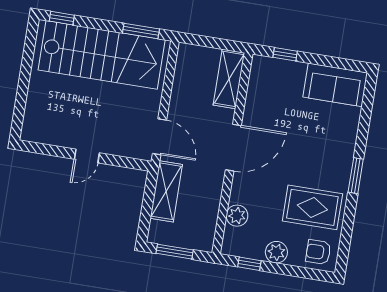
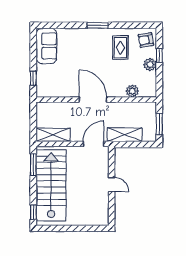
shelving: (229, 79) -> (53, 135), moved
rug: (312, 207) -> (120, 48), width x0.73, depth x0.70
armchair: (318, 252) -> (146, 40), turned 80
window: (249, 264) -> (159, 55), moved

